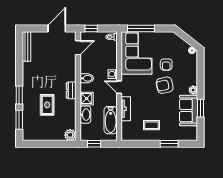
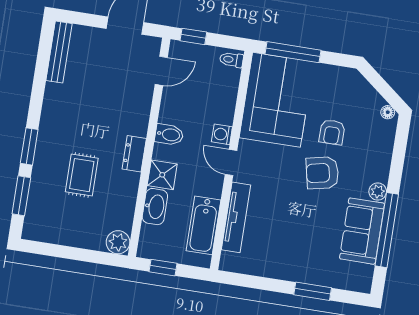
window: (201, 108) -> (387, 230), width x2.11
tv unit: (126, 109) -> (236, 217), width x1.41
coffee table: (151, 125) -> (283, 249), removed

